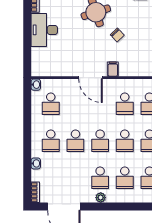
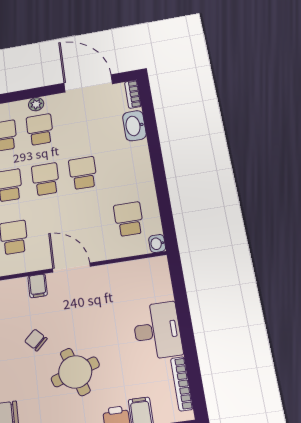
school desk: (51, 141) -> (121, 167), removed
washbasin: (36, 163) -> (134, 126), width x1.91, depth x1.45

